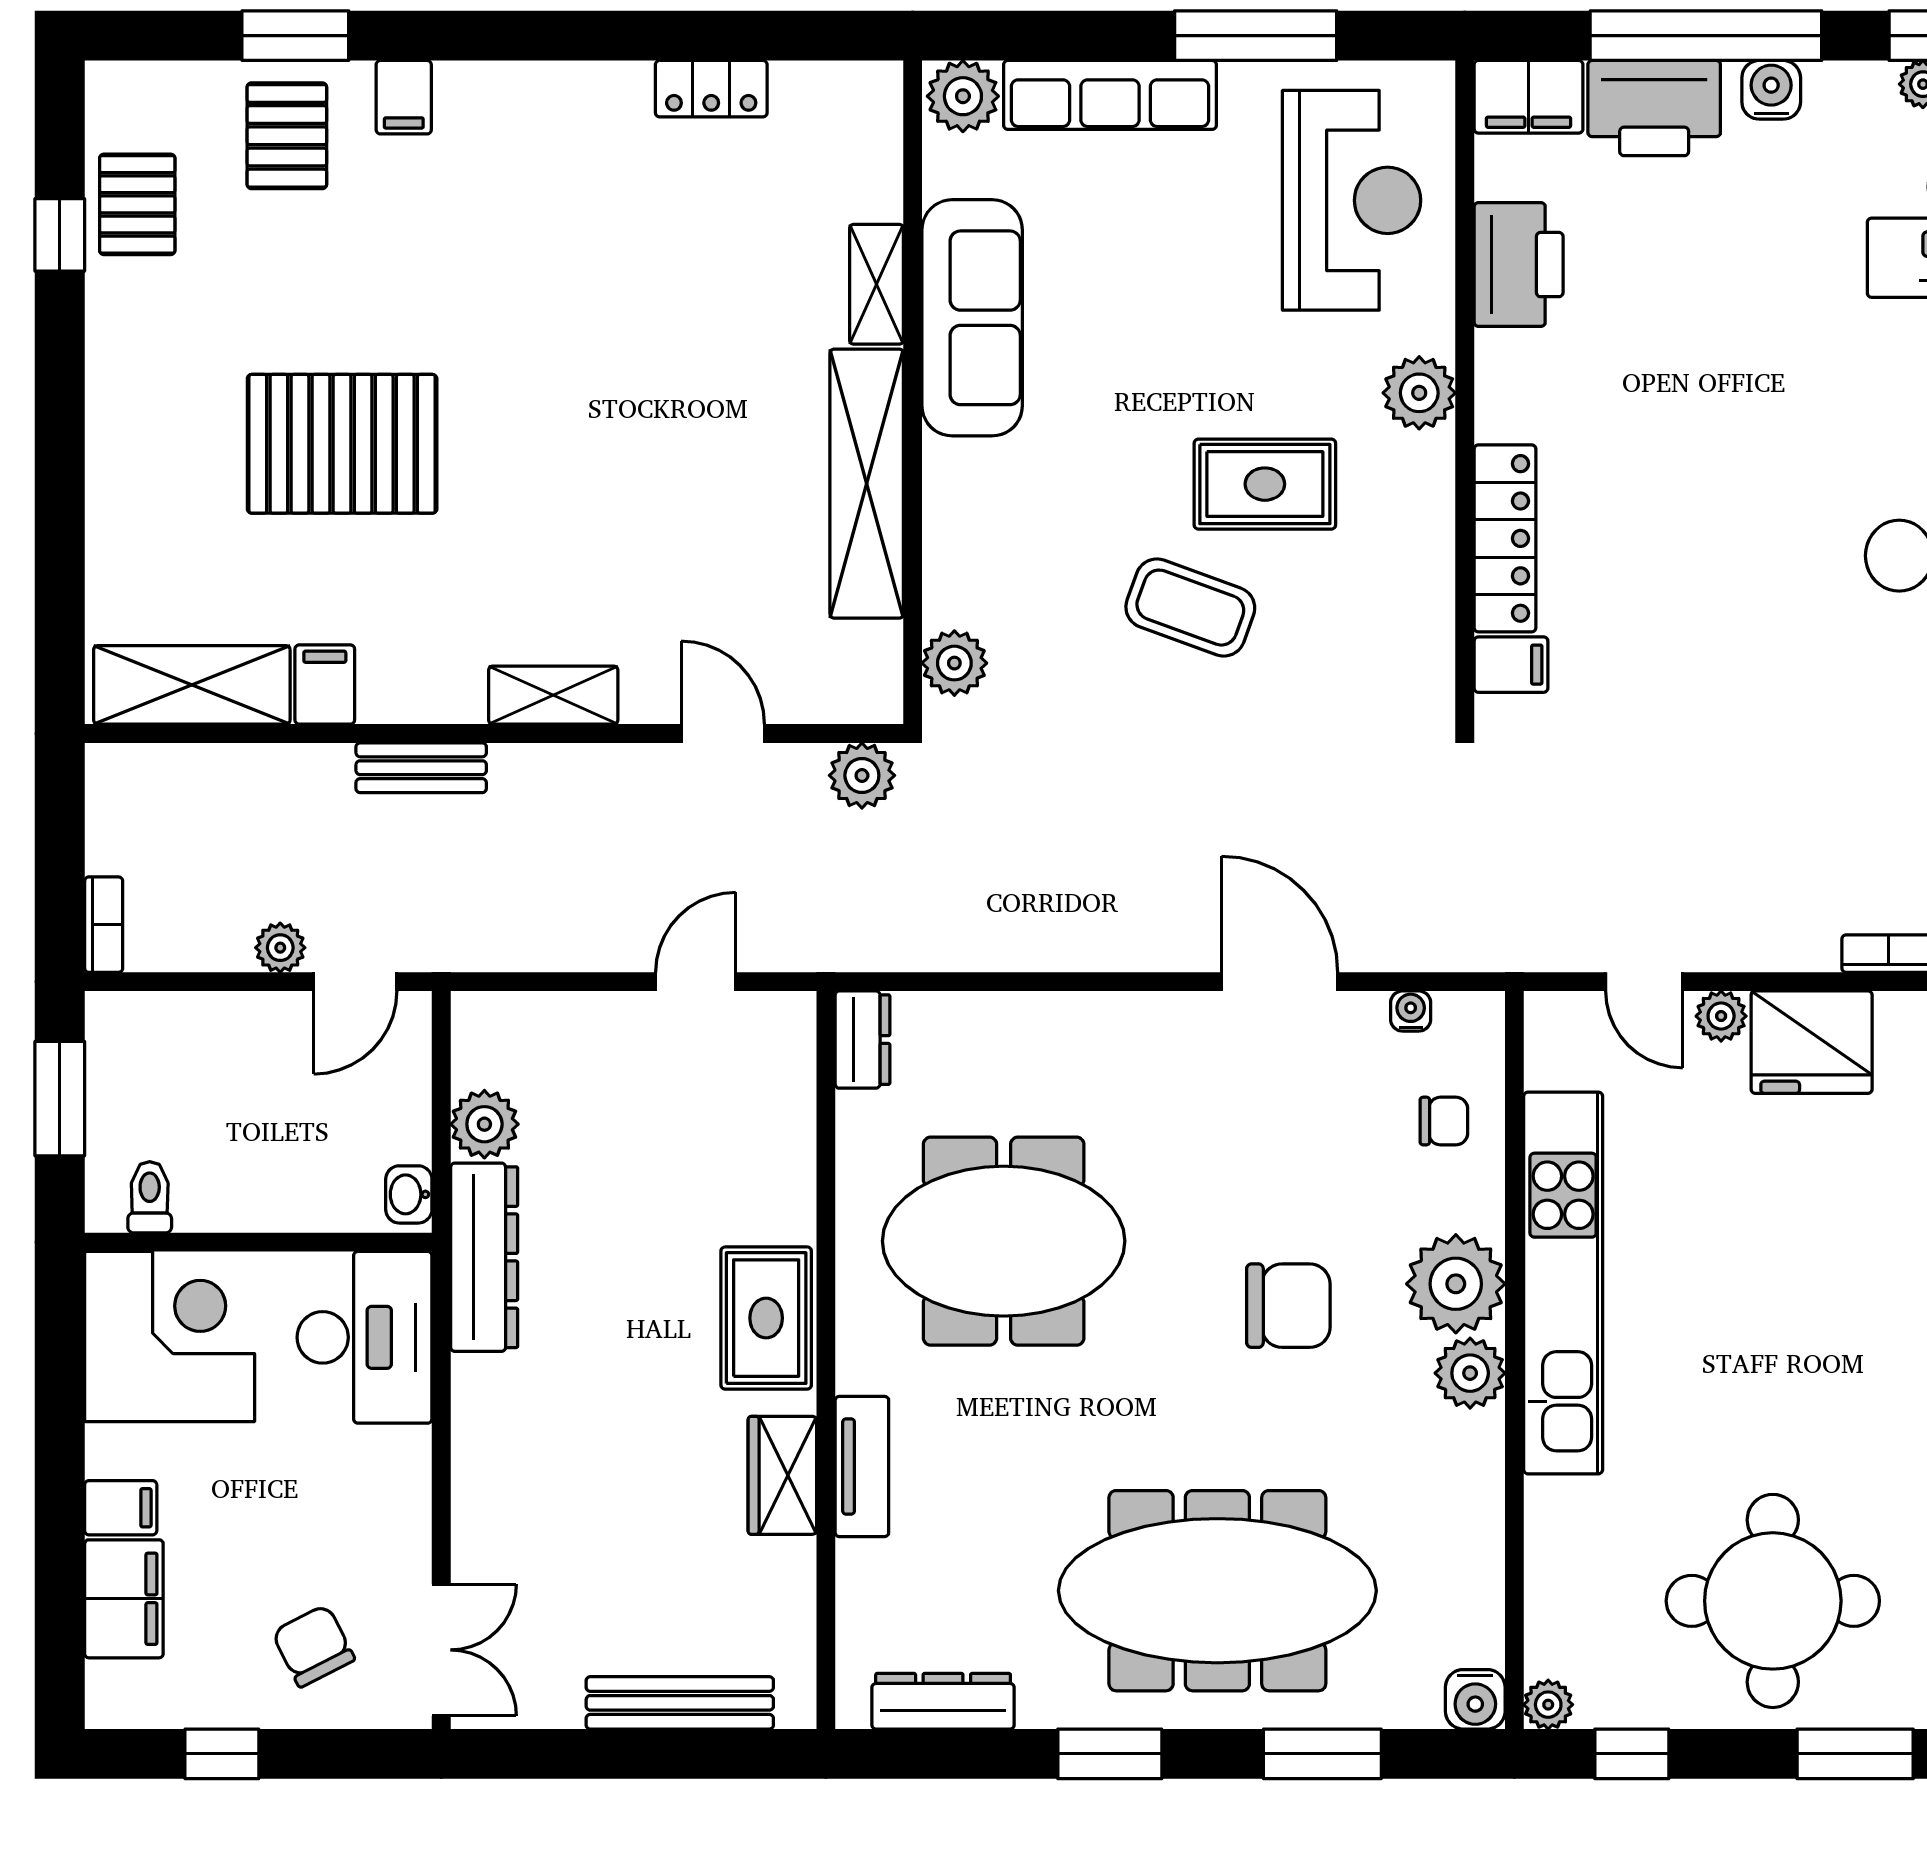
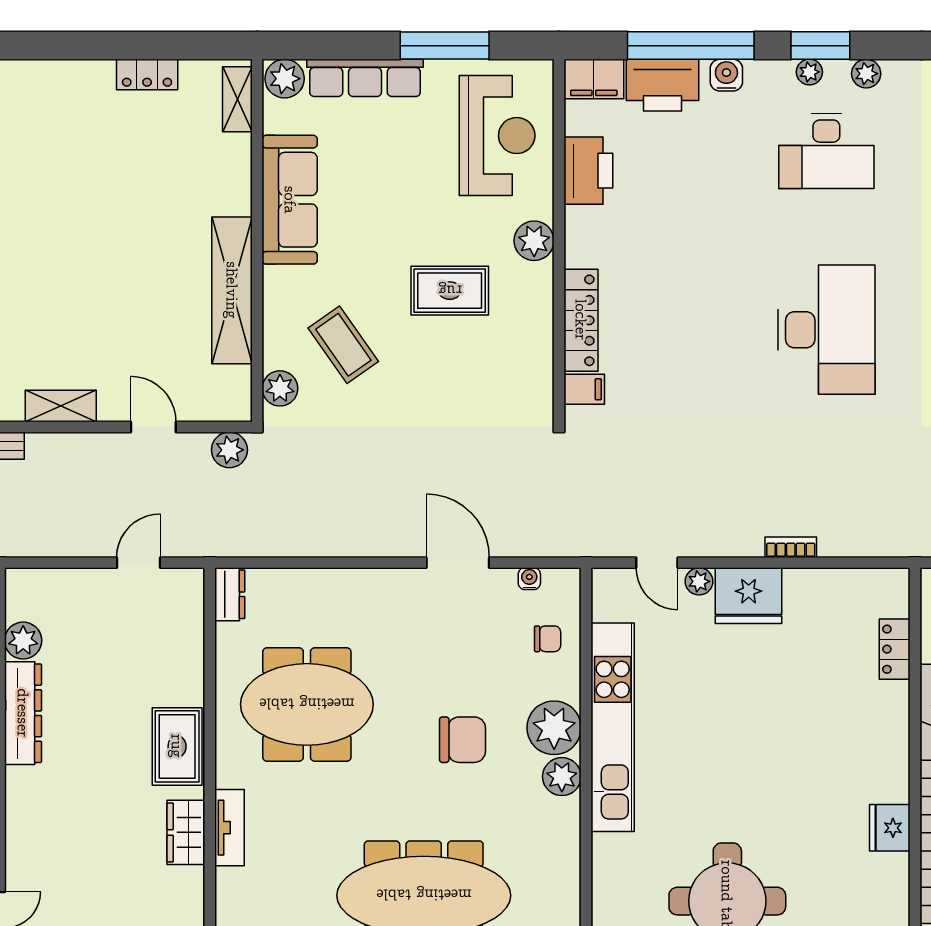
shelving: (876, 284) -> (237, 99), moved
coffee table: (1190, 608) -> (343, 345), moved, turned 35

